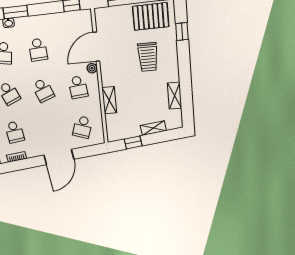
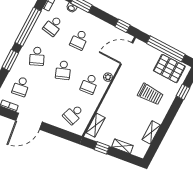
door: (96, 47) -> (127, 53), moved
trolley: (148, 57) -> (150, 94), turned -90
shelving: (109, 100) -> (96, 125), moved
door: (59, 157) -> (29, 121), moved

